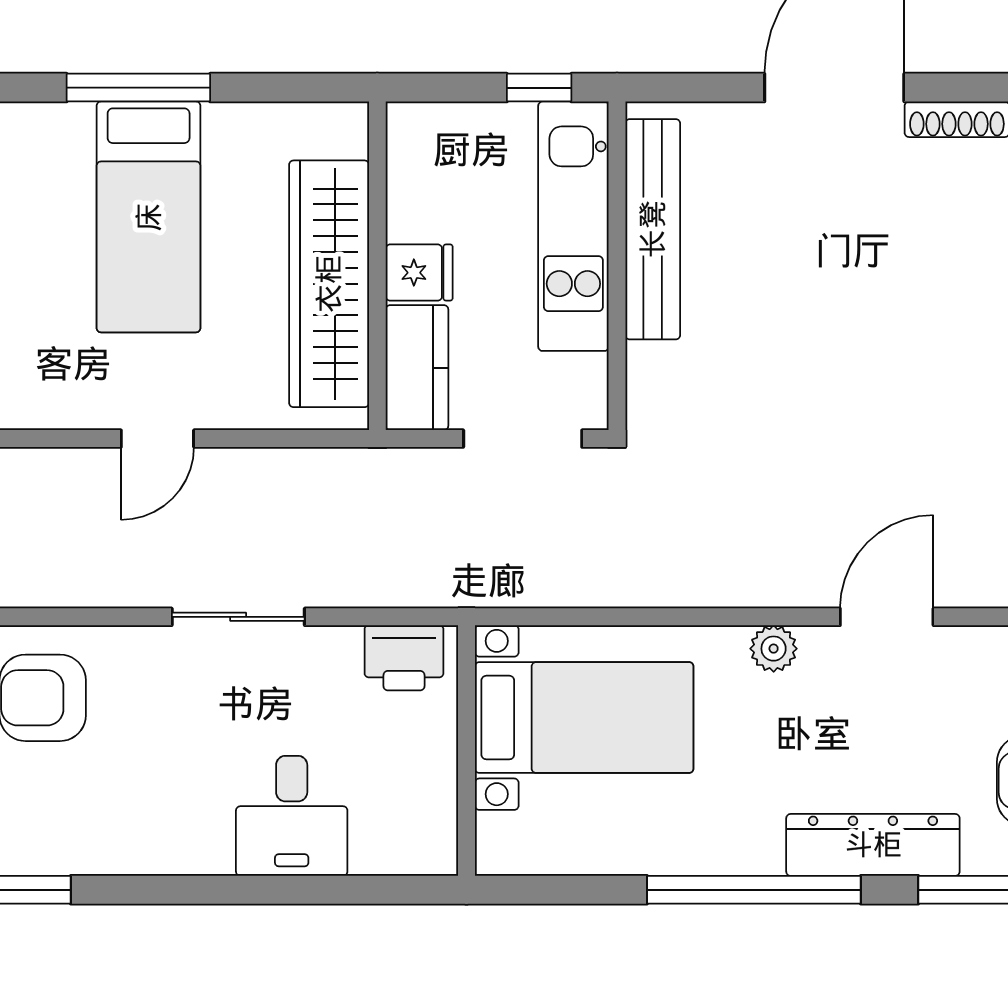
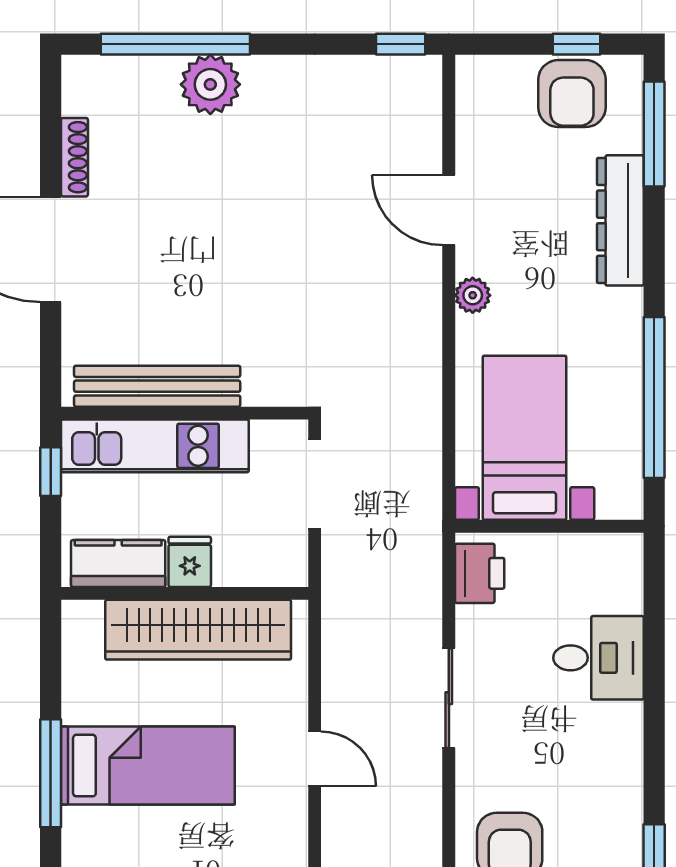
kitchen counter: (417, 368) -> (118, 564), moved
window: (754, 890) -> (654, 397), moved

